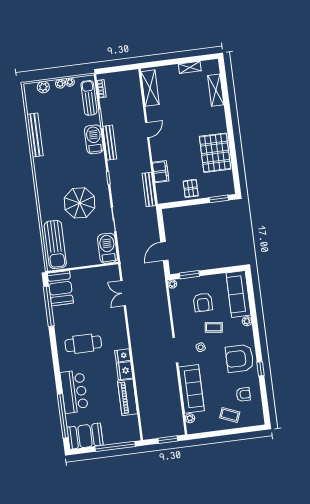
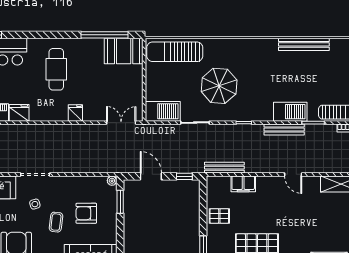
window: (161, 223) -> (184, 176), added
double door: (123, 293) -> (121, 123), moved
fridge: (123, 355) -> (75, 113), moved

